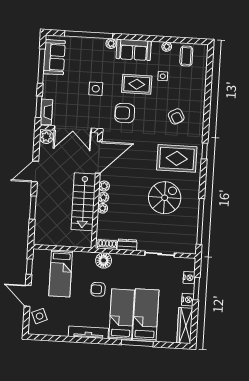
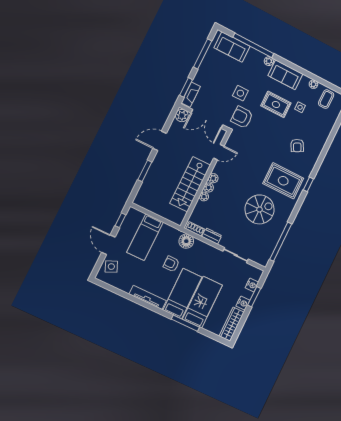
sofa: (54, 57) -> (232, 47), moved, turned 90
armchair: (125, 113) -> (242, 117), moved
door: (99, 157) -> (219, 152), width x0.53

